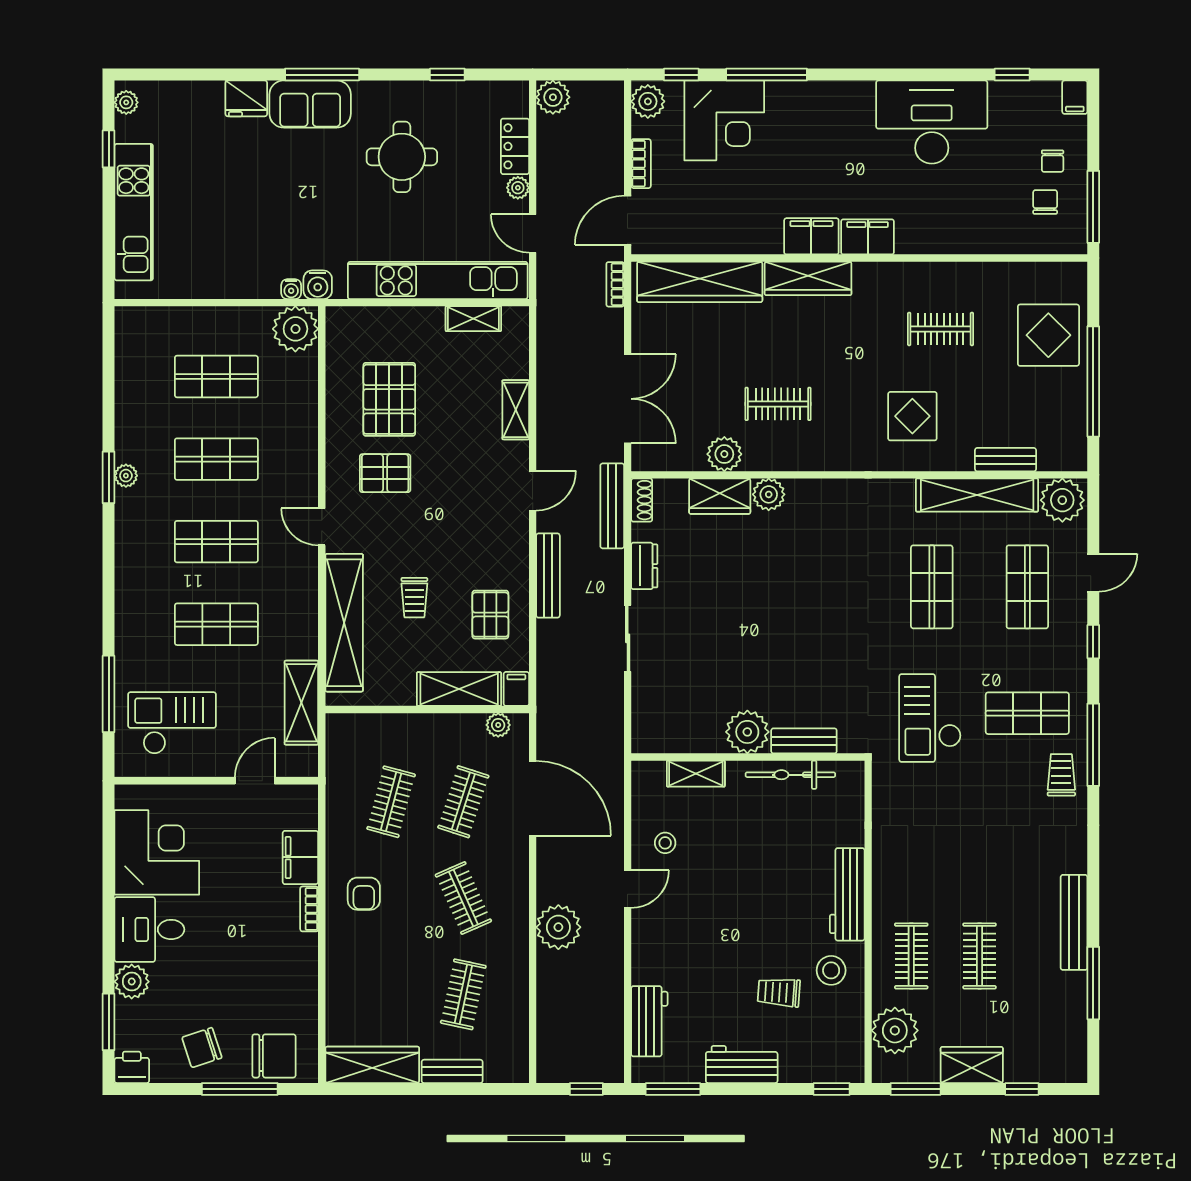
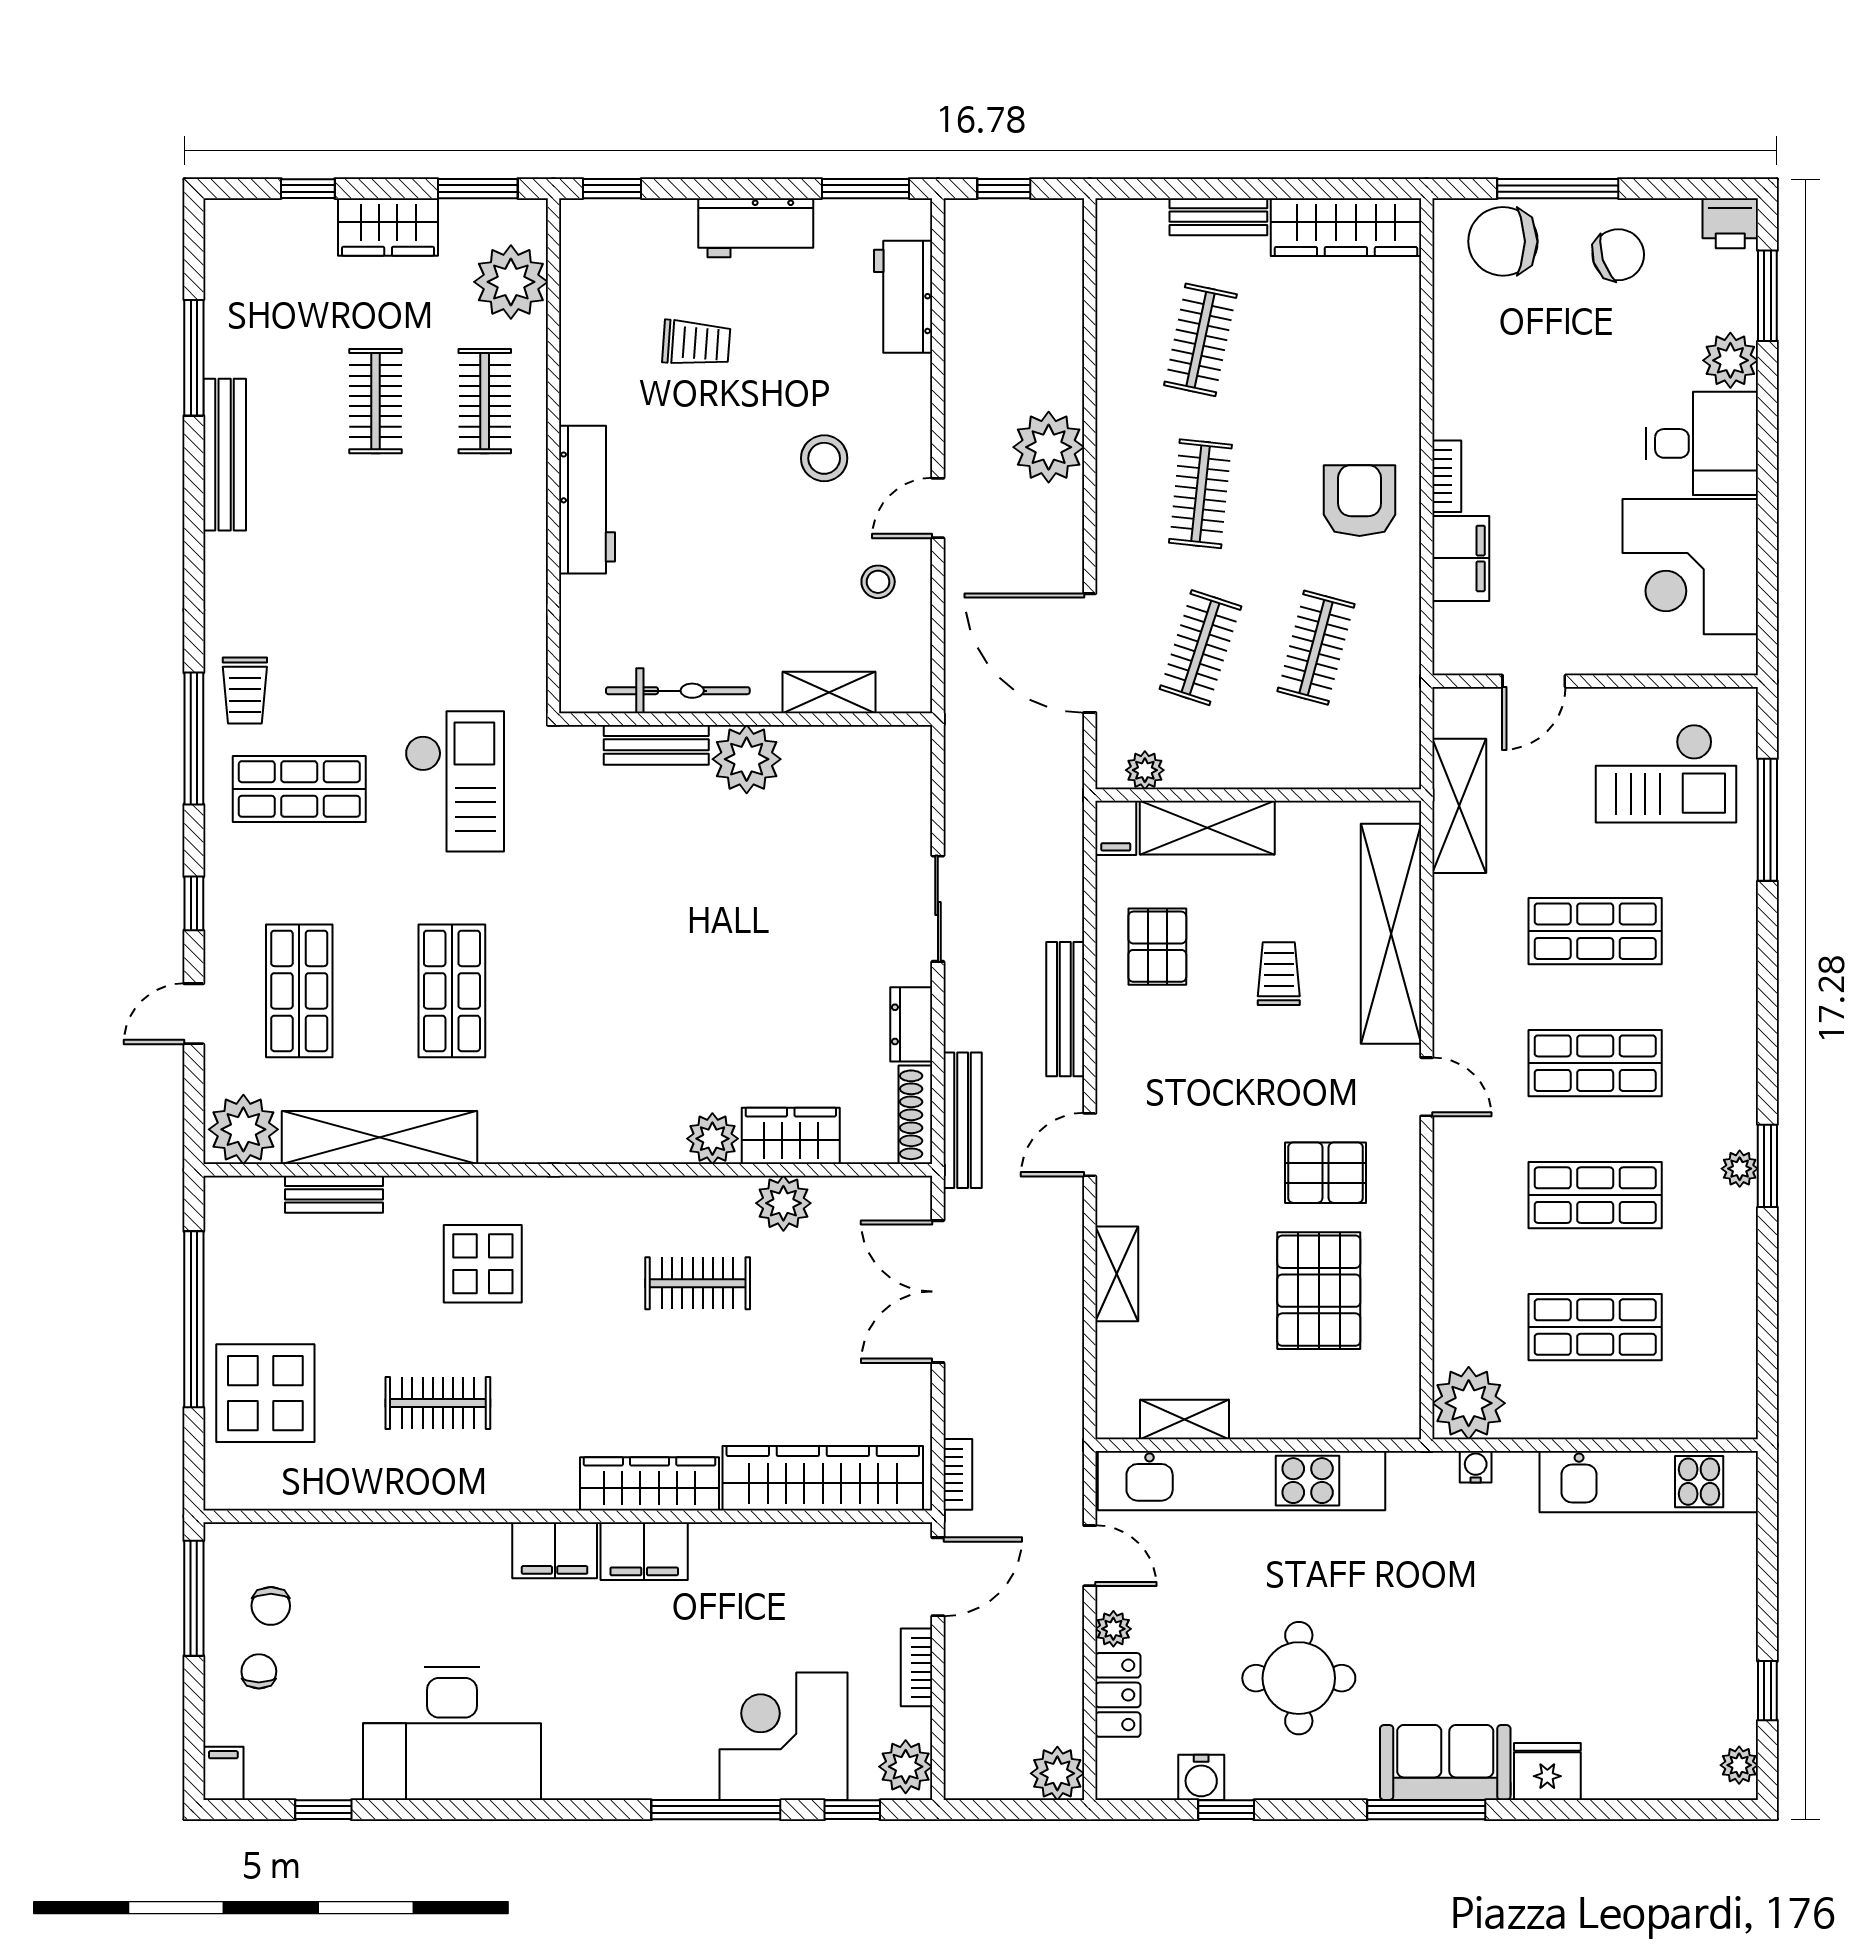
kitchen unit: (134, 212) -> (1649, 1482), moved, turned -90
water cooler: (318, 285) -> (1201, 1777), moved, turned 180
shoe rack: (642, 500) -> (915, 1115), width x1.43
armchair: (364, 894) -> (1360, 501), width x1.38, depth x1.38
clothes rail: (463, 898) -> (1200, 494), turned 30
stool: (831, 970) -> (824, 458), moved

